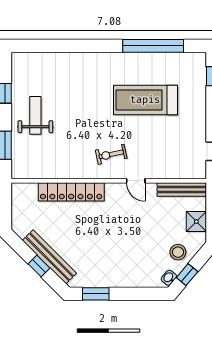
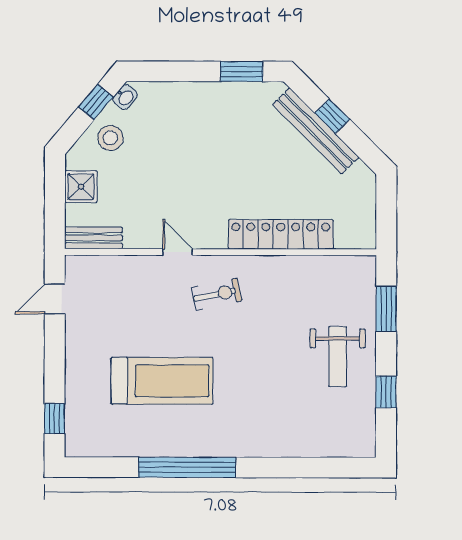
window: (153, 46) -> (187, 467), moved
bench: (182, 189) -> (94, 238), width x0.73

